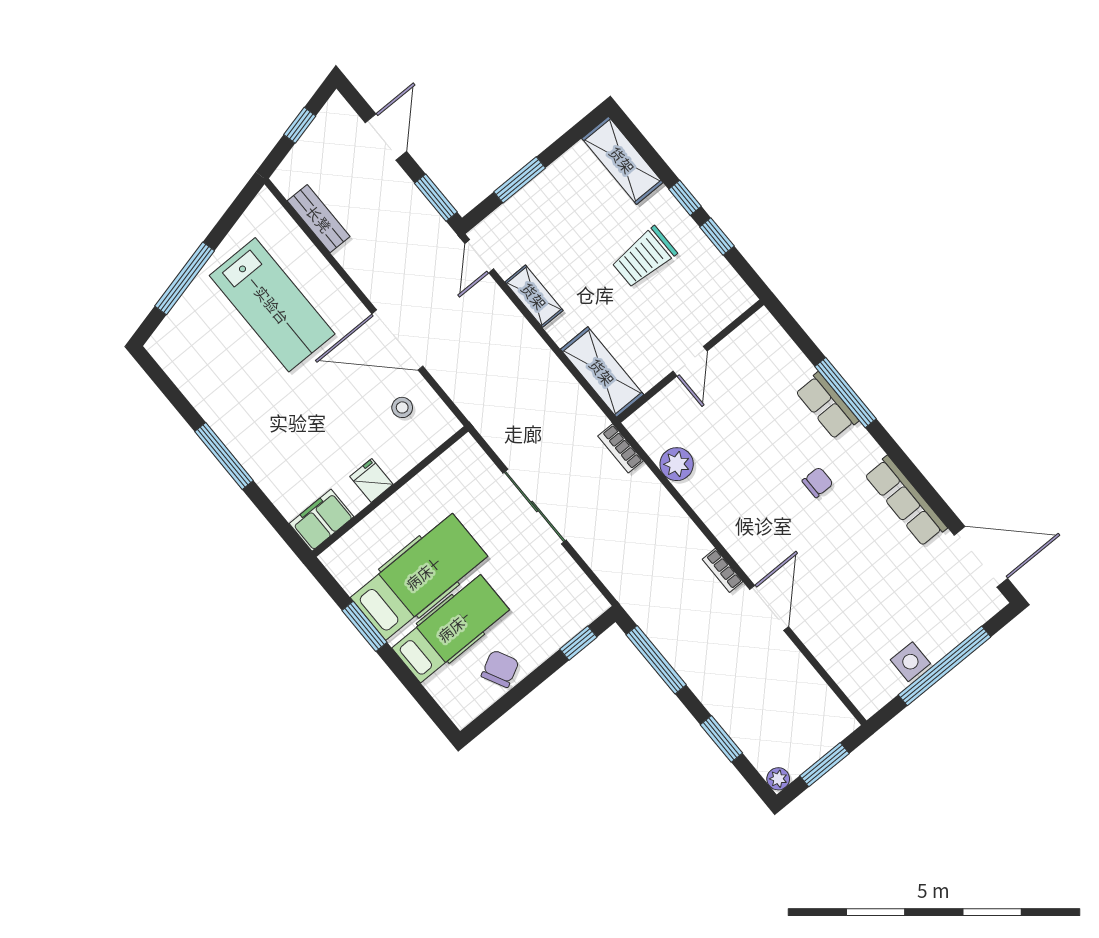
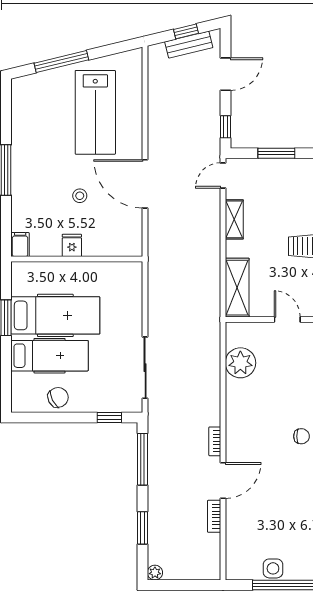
window: (436, 198) -> (225, 127), width x0.67
bench: (319, 219) -> (189, 45), moved, turned 76
door: (690, 361) -> (287, 319), swing flipped
stool: (402, 407) -> (80, 196), moved
bookcase: (621, 448) -> (214, 516), moved
plant: (677, 464) -> (240, 363), width x1.36, depth x1.36
sliding door: (535, 506) -> (145, 368), moved
filing cabinet: (321, 520) -> (20, 245), width x0.50
window: (824, 765) -> (185, 585), removed

